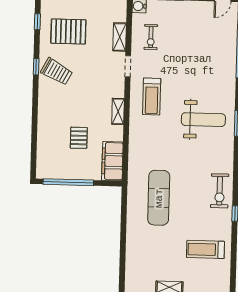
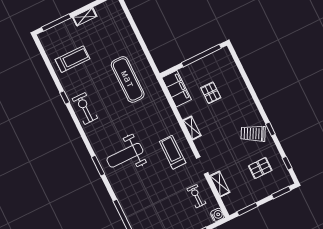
pallet: (68, 31) -> (260, 168), width x0.67, depth x0.71

